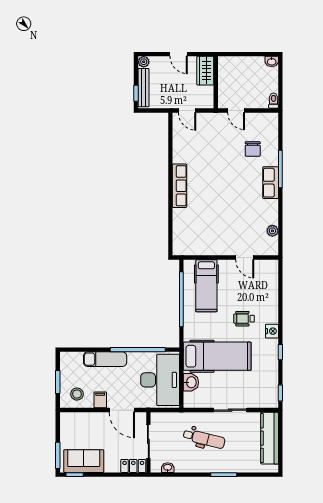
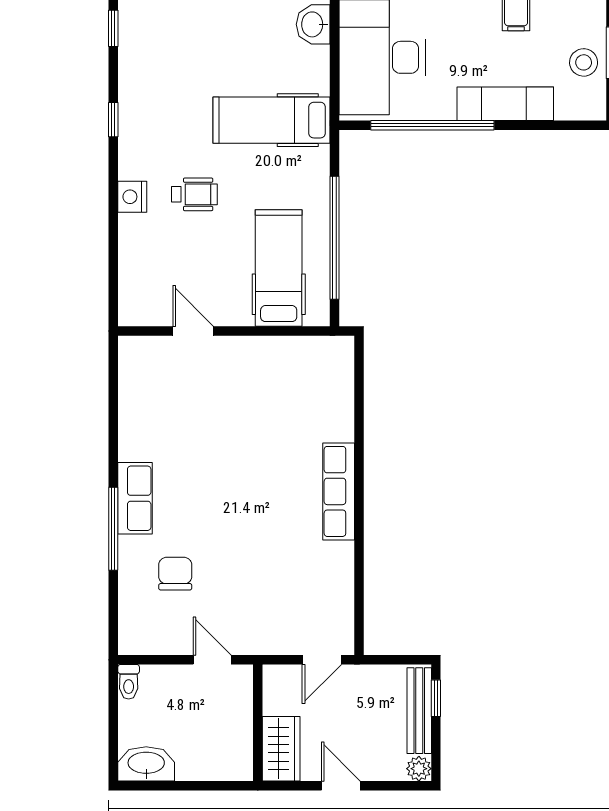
washbasin: (272, 61) -> (146, 764), width x1.91, depth x1.45
door: (187, 110) -> (322, 660), swing flipped
plant: (272, 231) -> (131, 391), removed
nightstand: (272, 331) -> (132, 197), moved
hospital bed: (217, 356) -> (271, 120), width x0.73, depth x0.78
washbasin: (191, 382) -> (313, 24), moved
stool: (77, 394) -> (584, 62), moved

